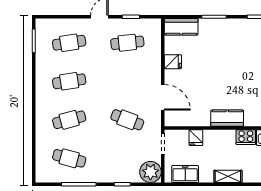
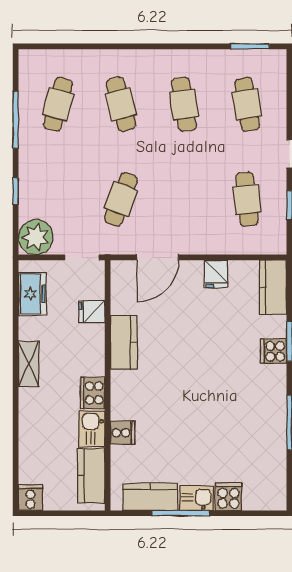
cooker: (220, 26) -> (274, 351), added
kitchen counter: (227, 118) -> (124, 342), moved

